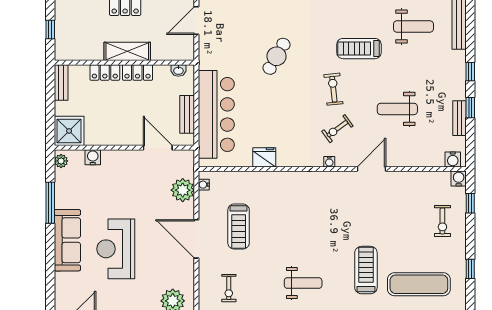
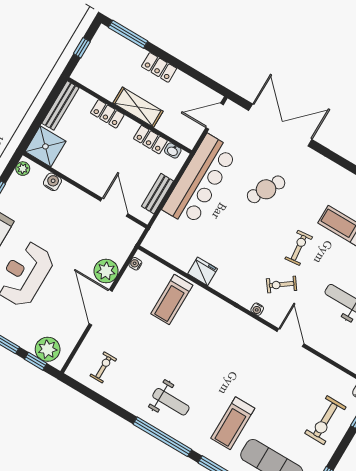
locker: (138, 72) -> (150, 140), moved
bench: (61, 82) -> (60, 105), width x1.36
bar counter: (216, 114) -> (200, 180), moved
door: (372, 169) -> (290, 338), hinge flipped
plant: (183, 190) -> (106, 271), moved
exercise bike: (442, 221) -> (325, 420), width x1.38, depth x1.39
treadmill: (239, 227) -> (172, 300), moved
treadmill: (366, 270) -> (233, 423), turned 180
exercise bike: (229, 288) -> (103, 367), turned 180

